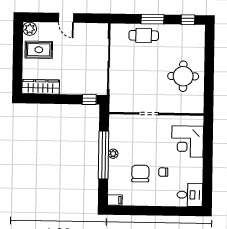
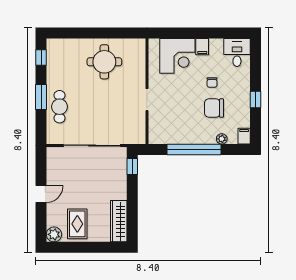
plant: (113, 154) -> (222, 139), moved
filing cabinet: (195, 164) -> (202, 47), added
window: (147, 211) -> (255, 99), added

